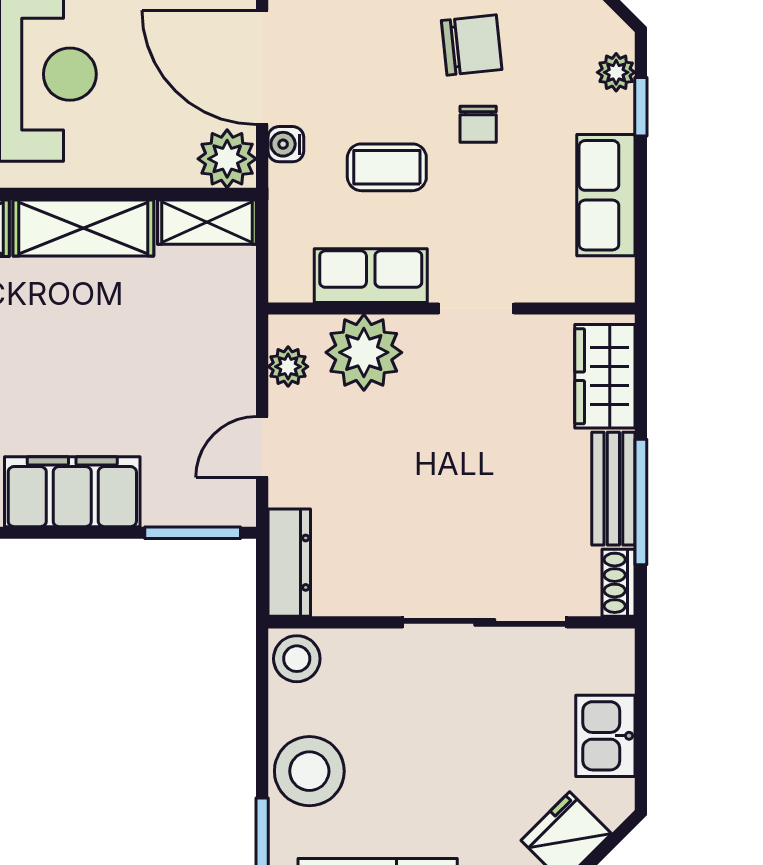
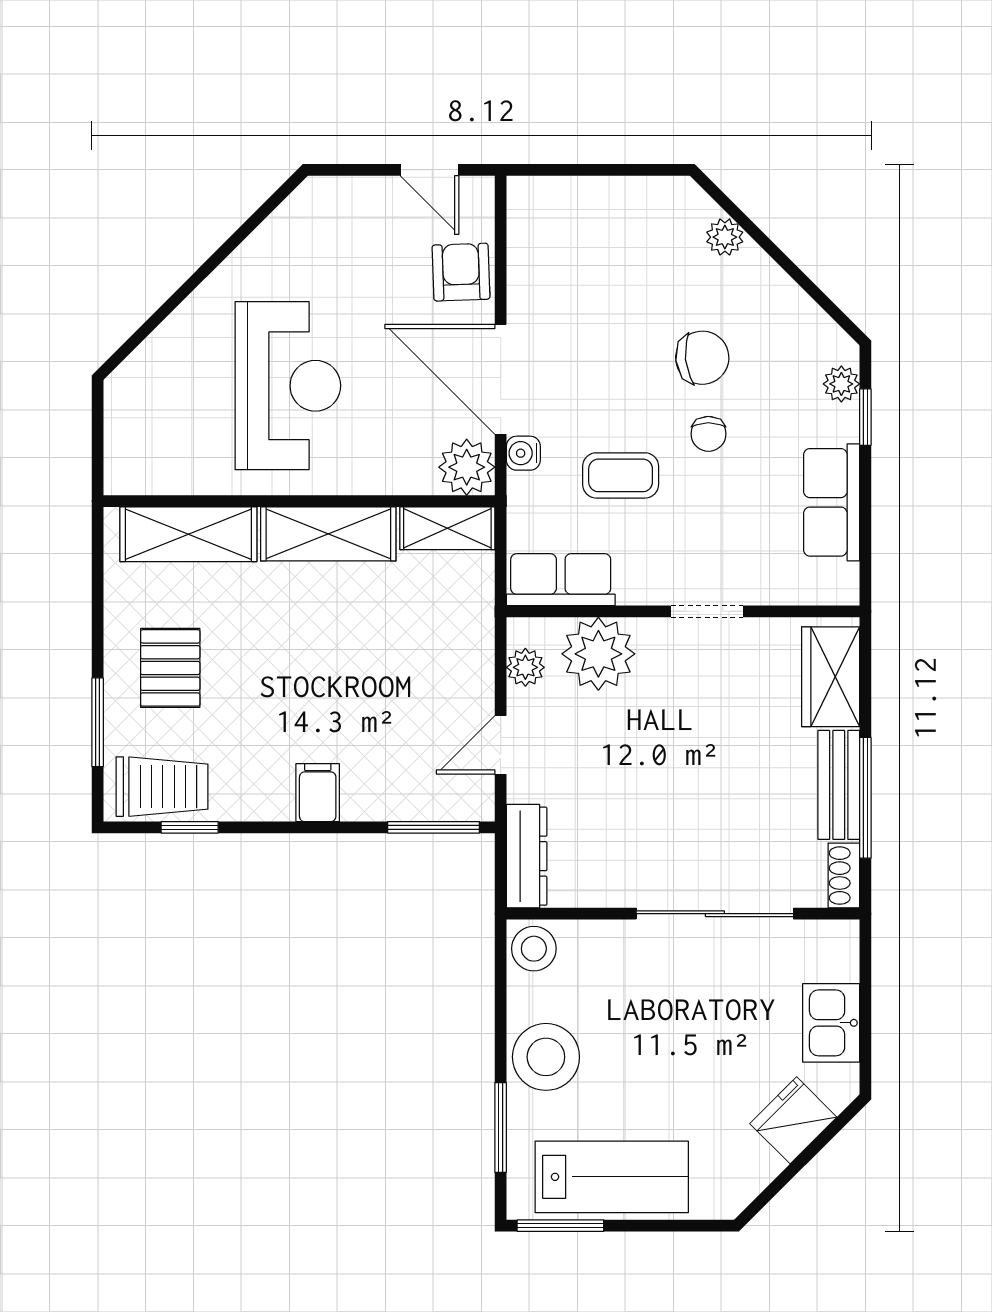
row of seats: (371, 276) -> (561, 580), moved
filing cabinet: (72, 492) -> (318, 793), width x0.33, depth x0.86

